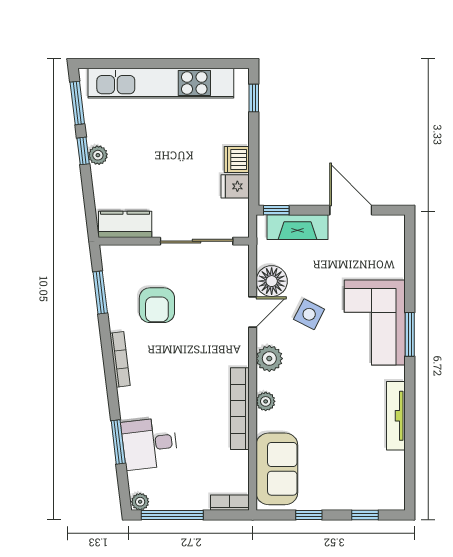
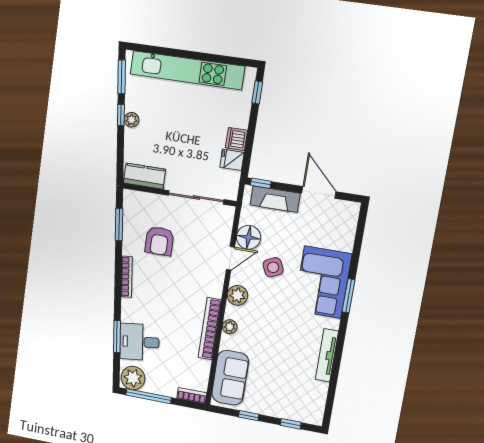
side table: (309, 314) -> (273, 267), turned 38
plant: (140, 502) -> (133, 378), width x1.88, depth x1.88

